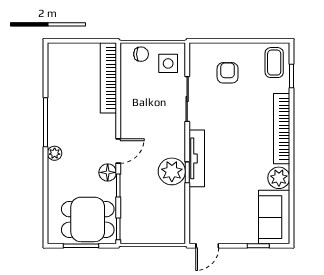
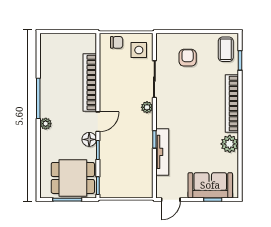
bookcase: (108, 78) -> (90, 82), moved
tv unit: (197, 158) -> (162, 152), moved
plant: (172, 171) -> (147, 107), moved, width x0.53, depth x0.53
sofa: (274, 217) -> (210, 185), moved, turned 90

